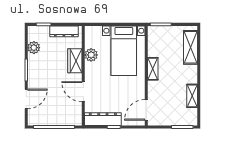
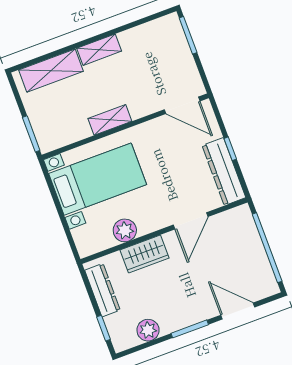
shelving: (192, 96) -> (99, 50), moved

